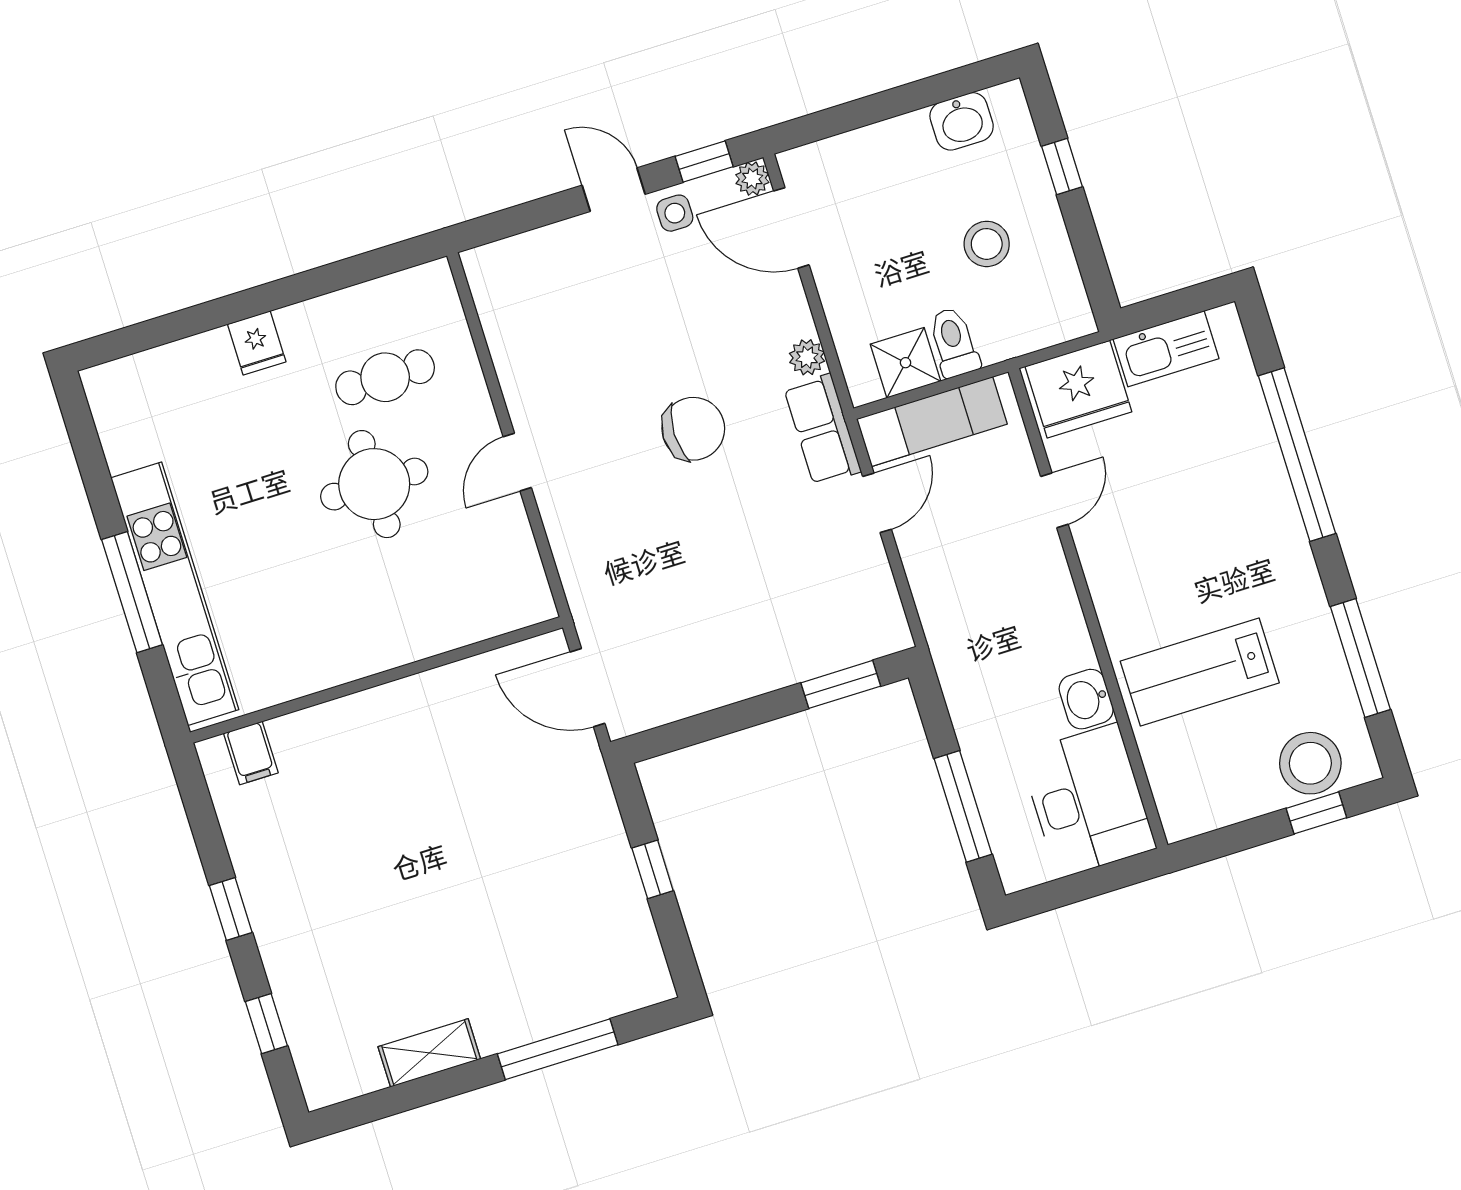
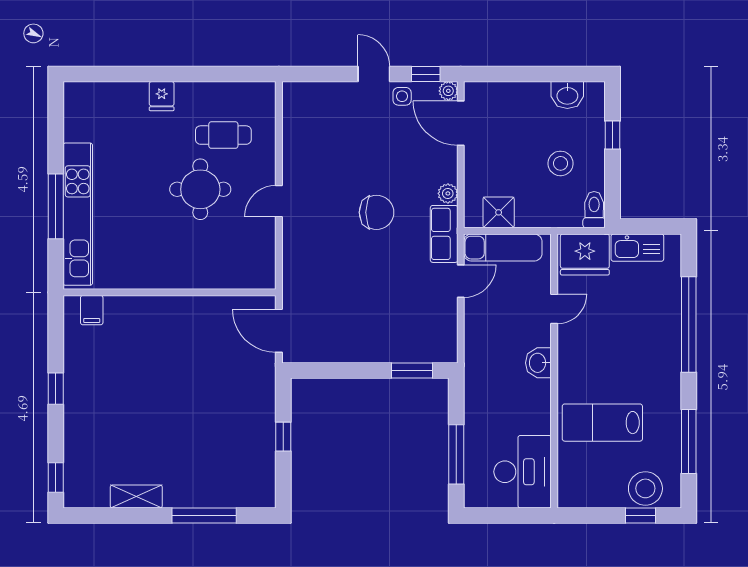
toilet: (954, 342) -> (594, 210), moved
washbasin: (1086, 699) -> (538, 363), moved
window: (266, 1024) -> (56, 478), moved

